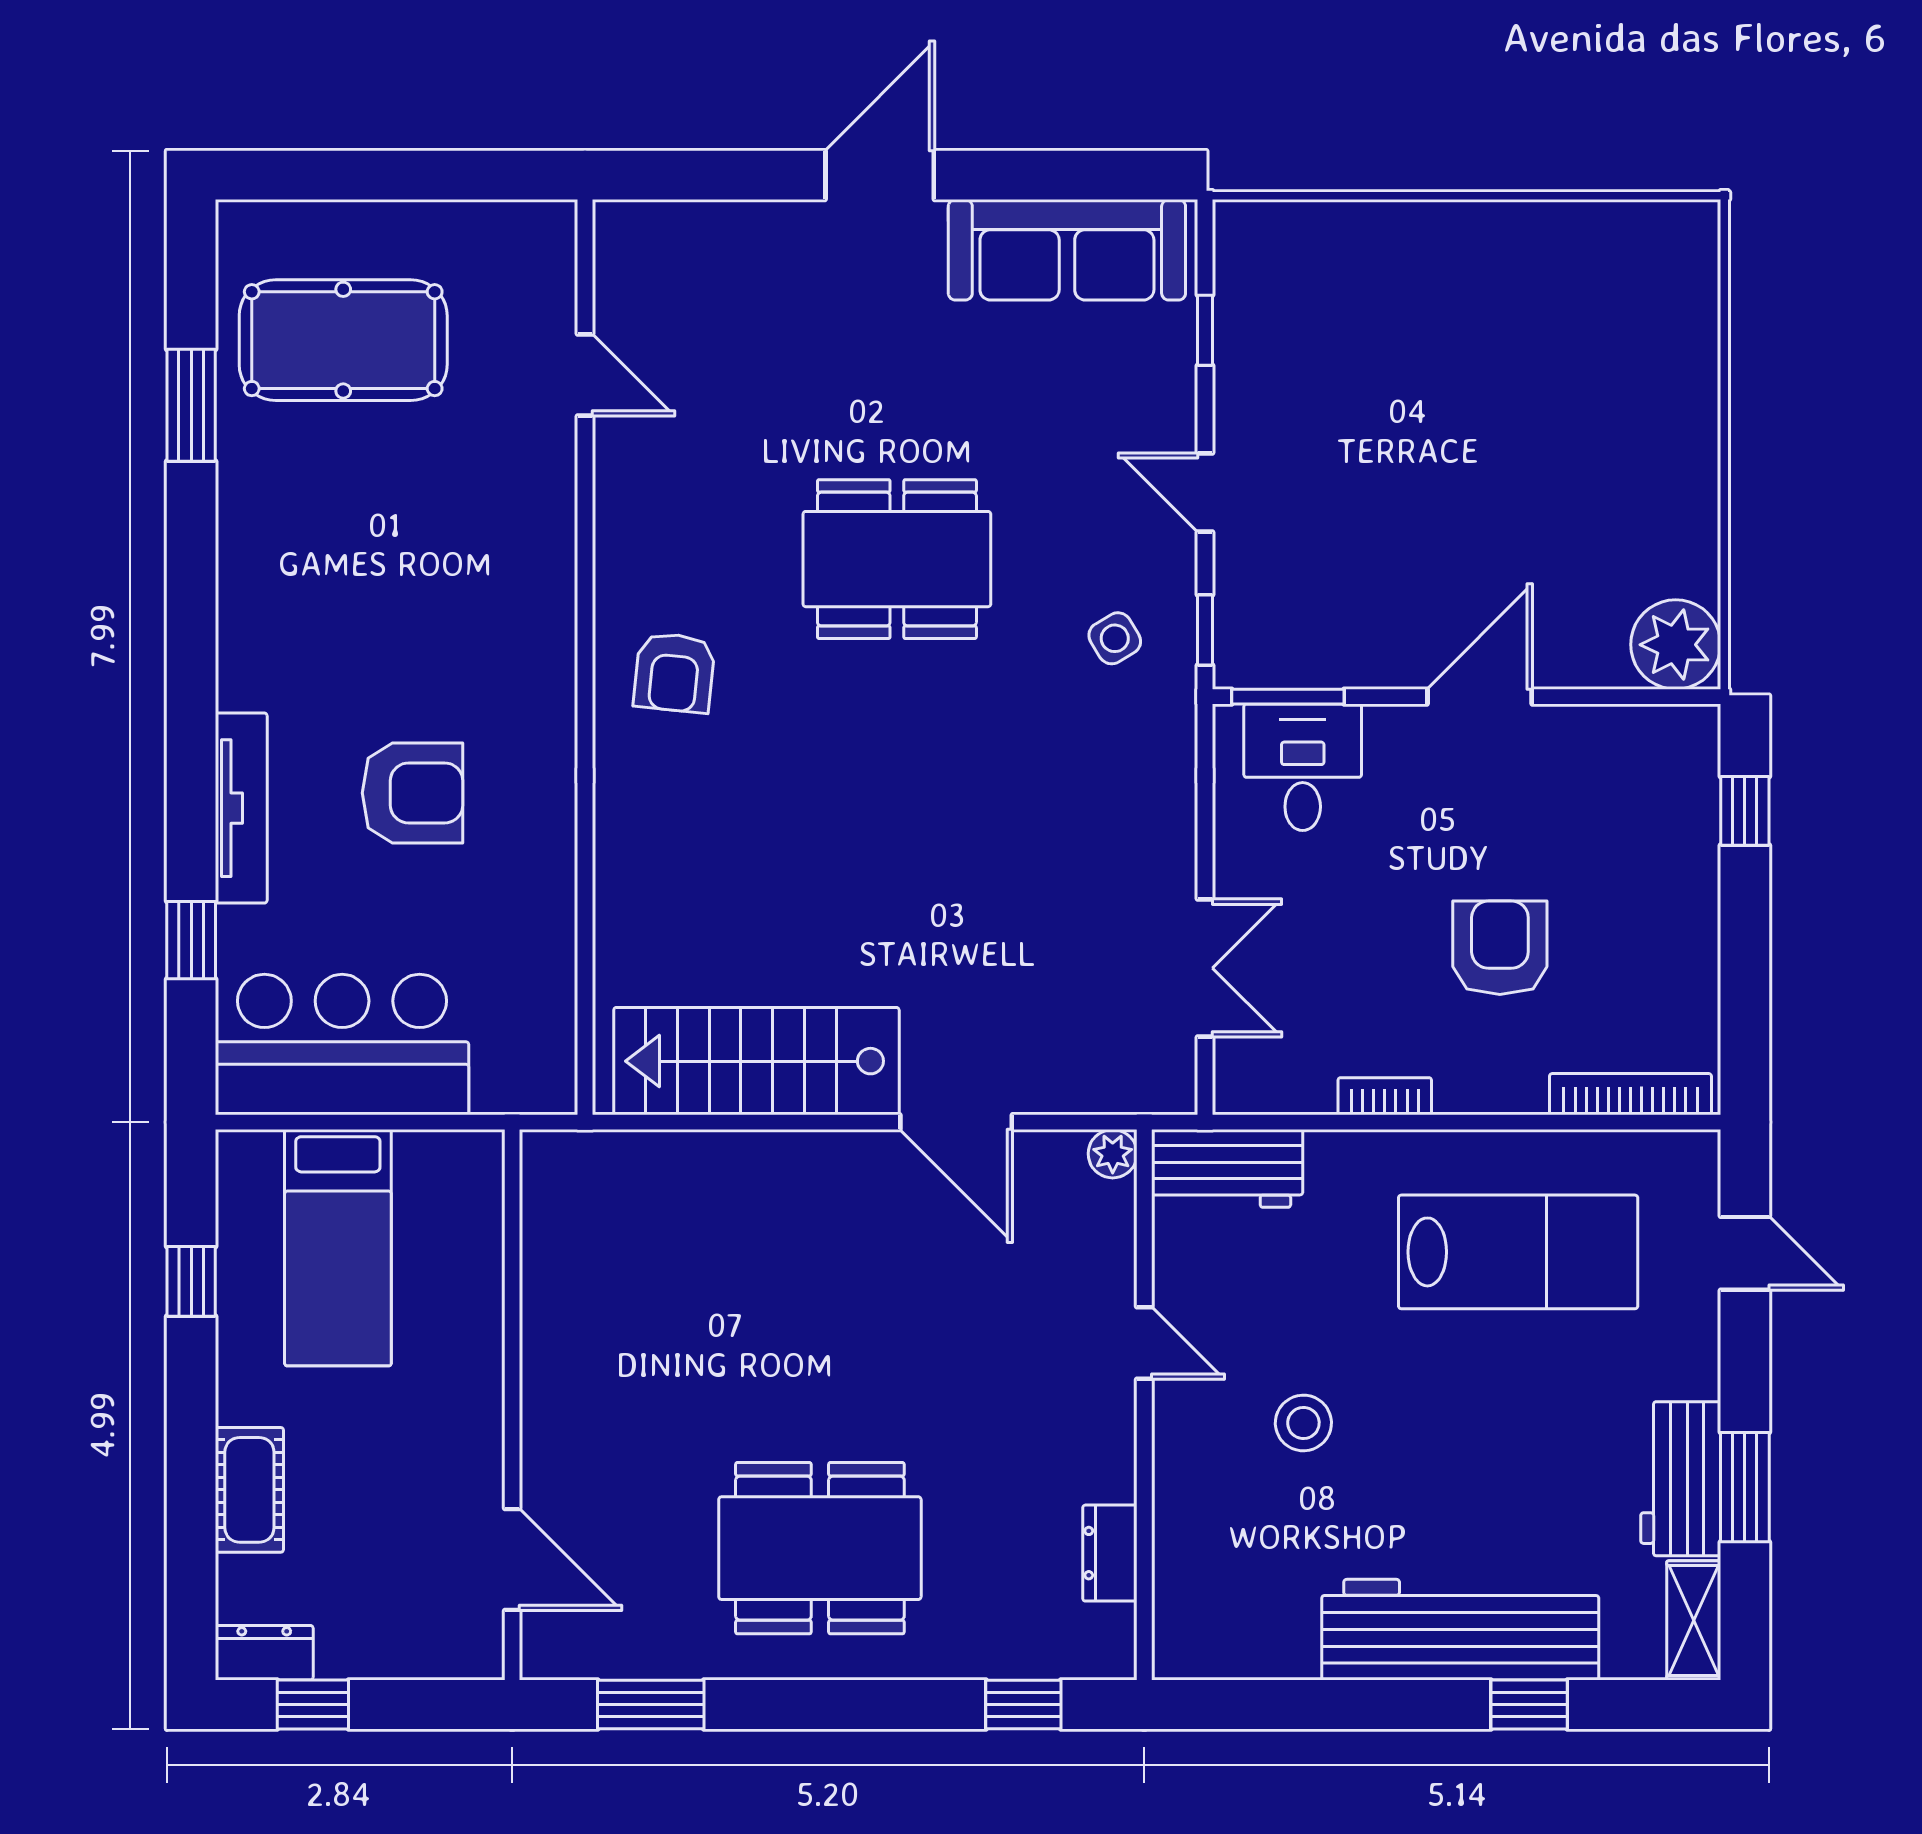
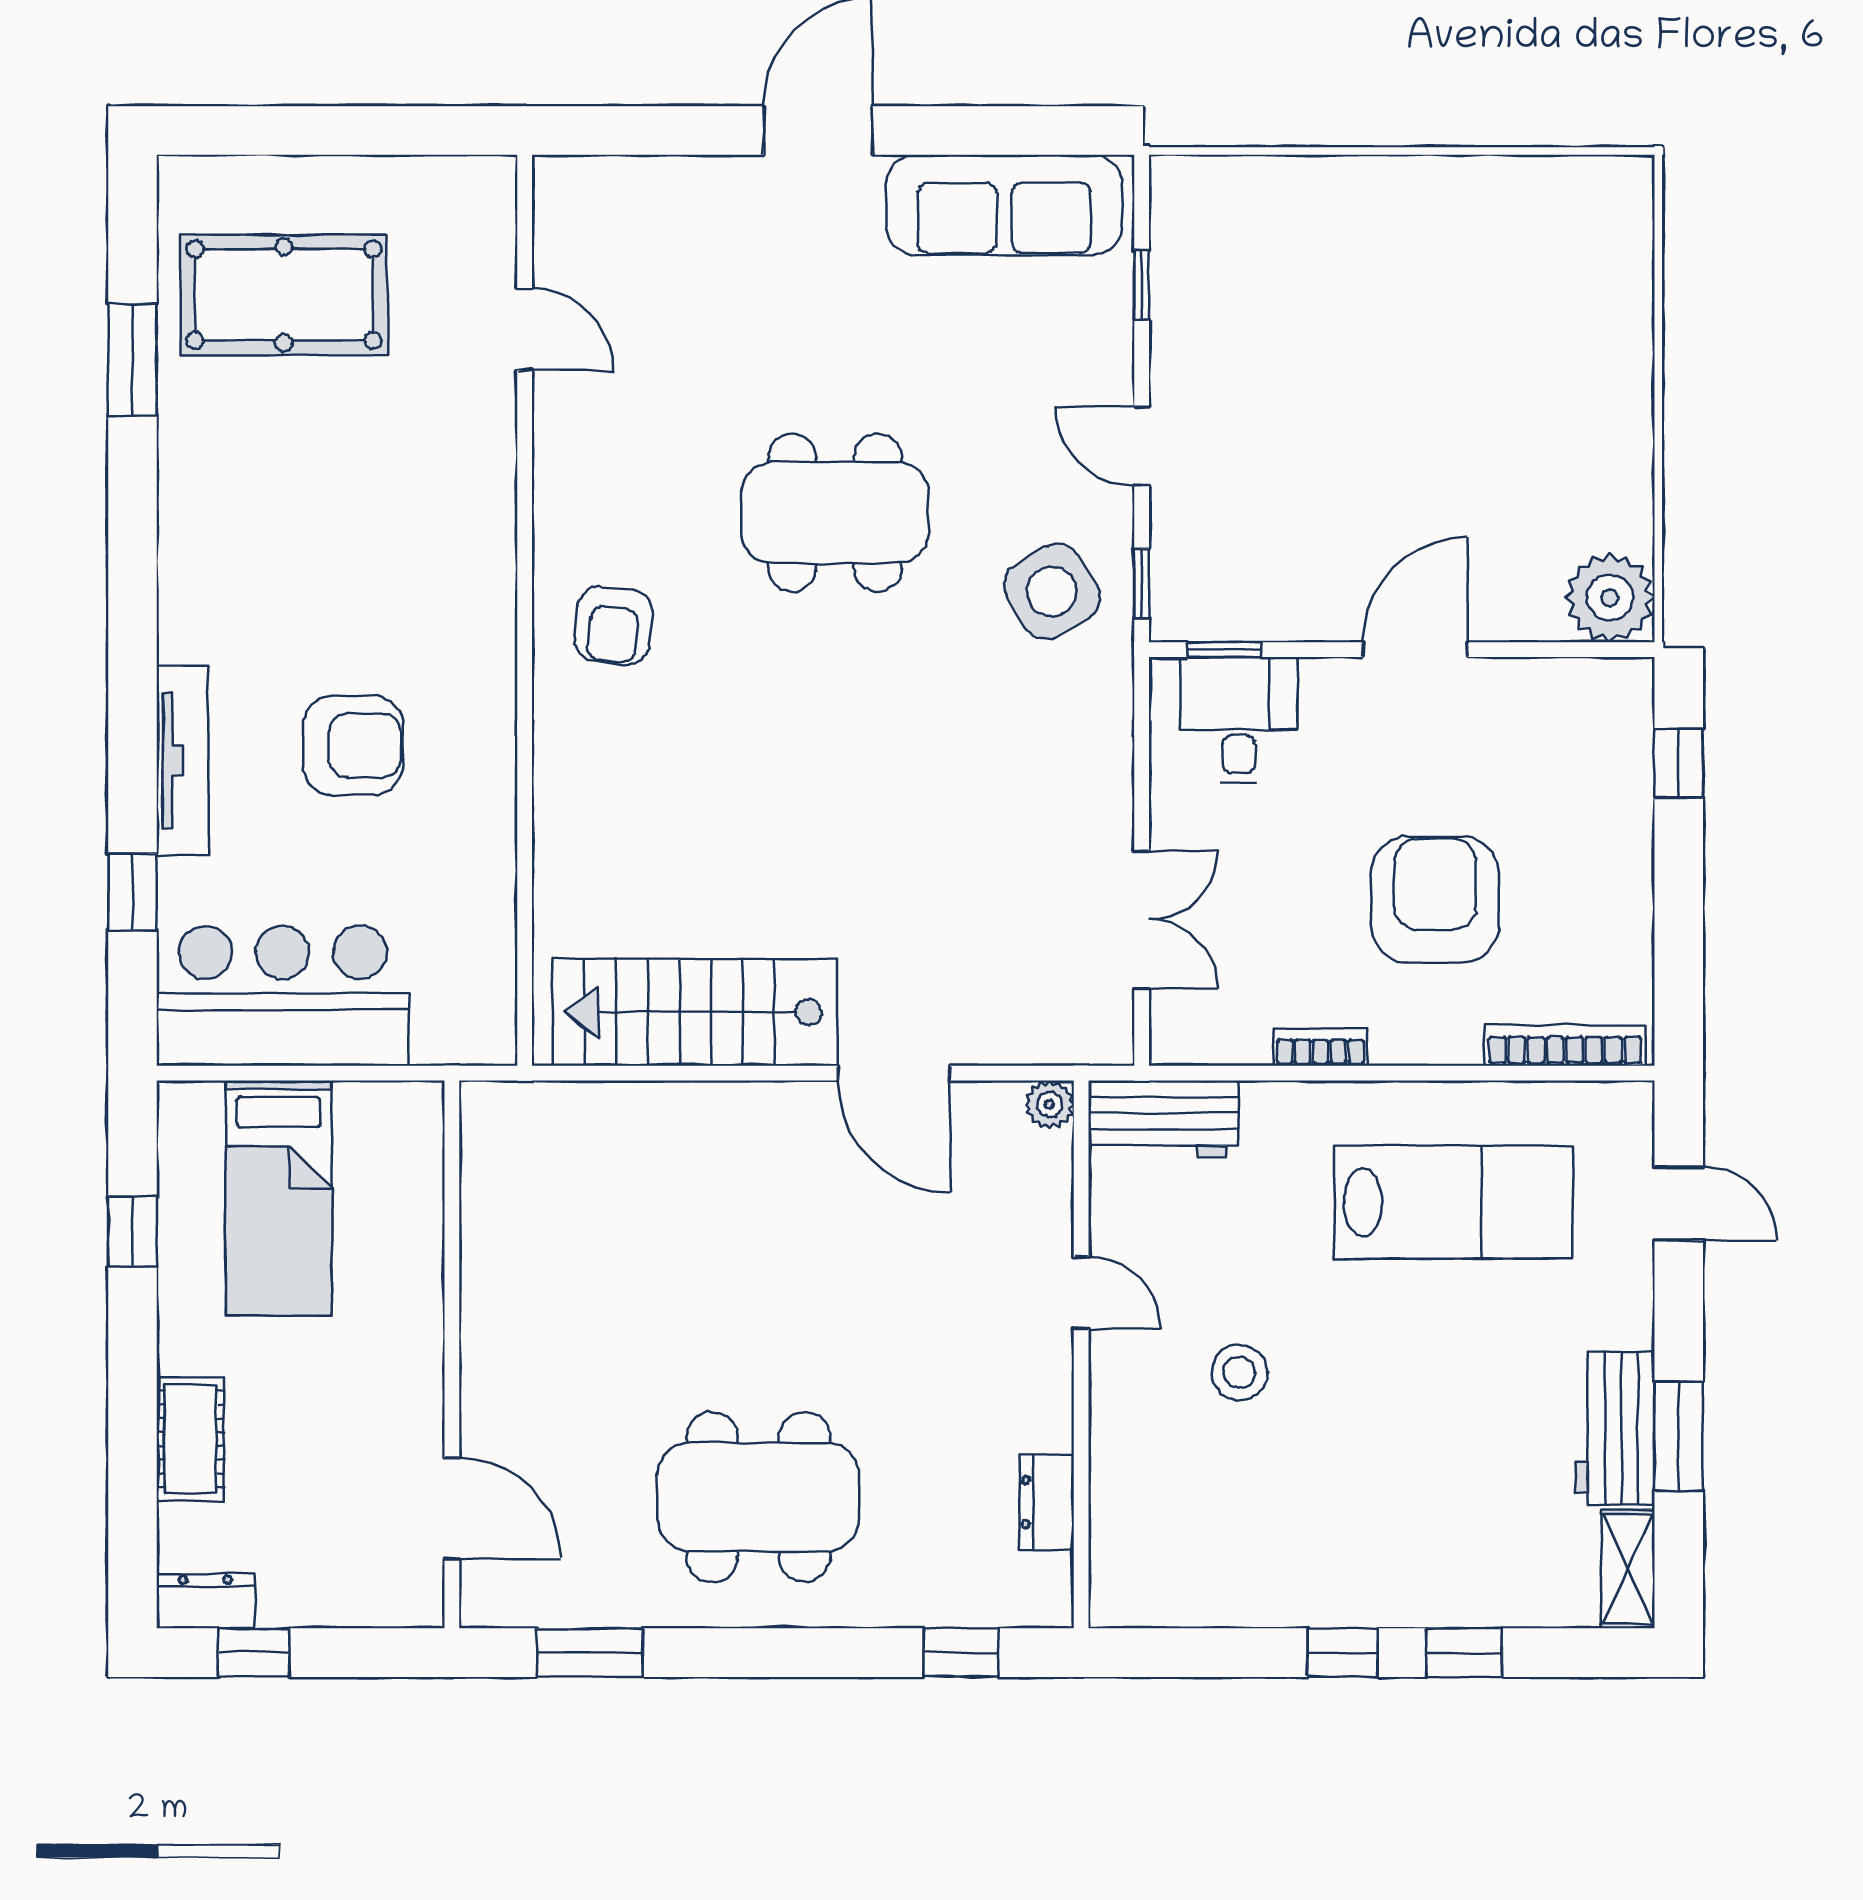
side table: (1115, 638) -> (1052, 592), width x1.87, depth x1.87
window: (1288, 697) -> (1224, 650), width x0.67
armchair: (1500, 948) -> (1435, 899), width x1.36, depth x1.36
workbench: (1460, 1630) -> (1396, 1578), removed
window: (1407, 1704) -> (1343, 1653), added

